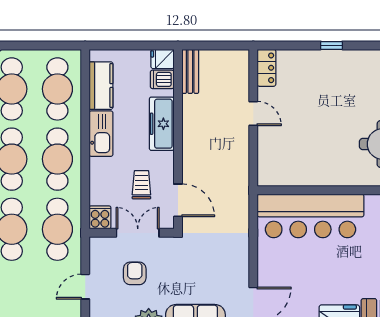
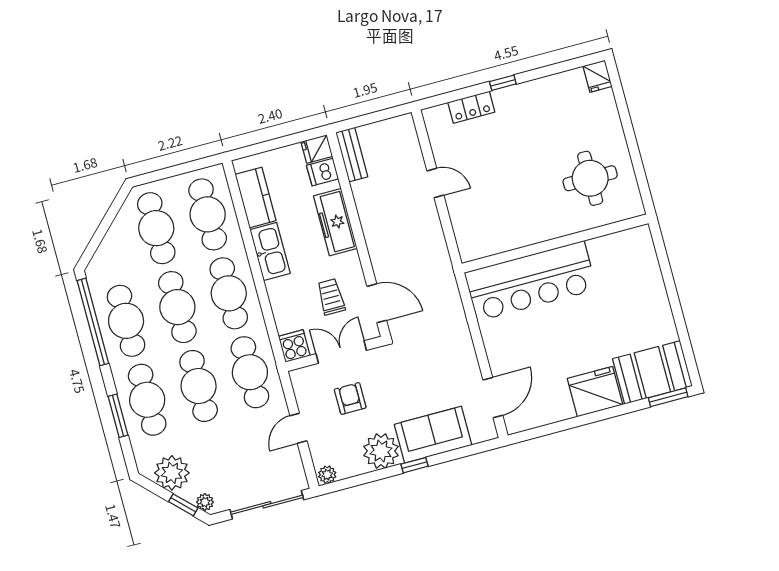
locker: (266, 68) -> (471, 107), moved, turned 90

